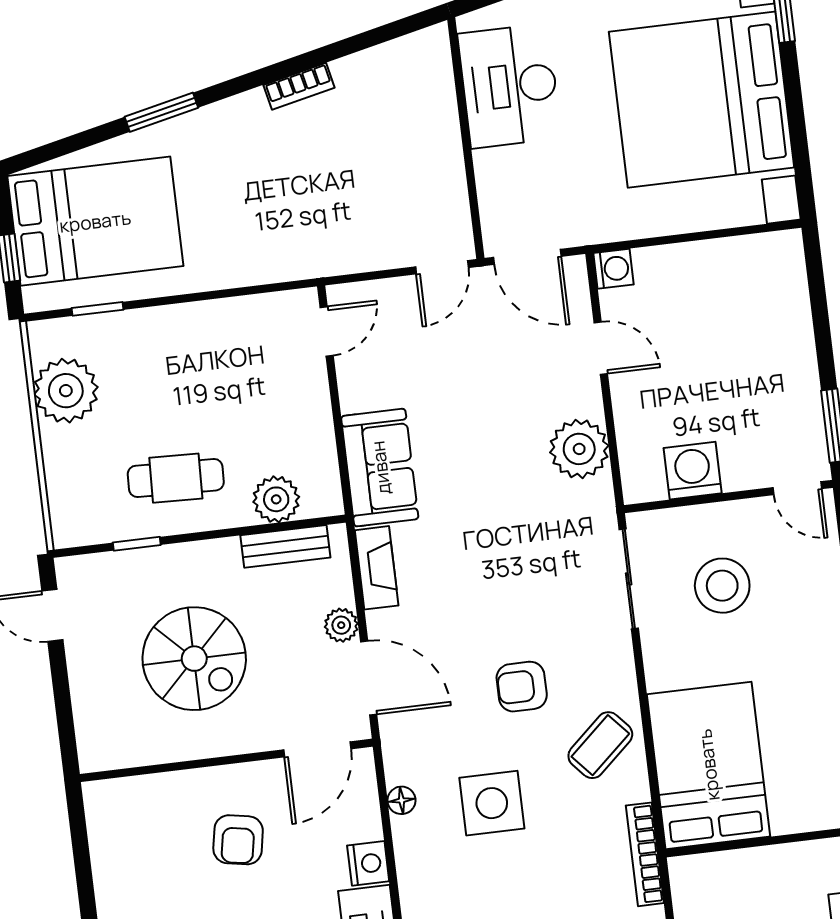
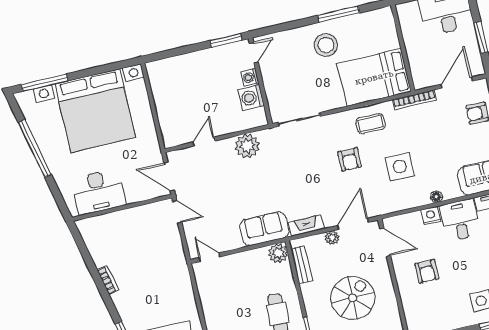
door: (527, 257) -> (169, 177), swing flipped
washing machine: (614, 269) -> (250, 77), moved, turned -90
plant: (276, 499) -> (278, 253), moved
stool: (722, 586) -> (326, 45), moved
coffee table: (600, 745) -> (371, 124), turned -48
floor lamp: (402, 800) -> (436, 197), moved
armchair: (238, 840) -> (427, 271), turned 80

